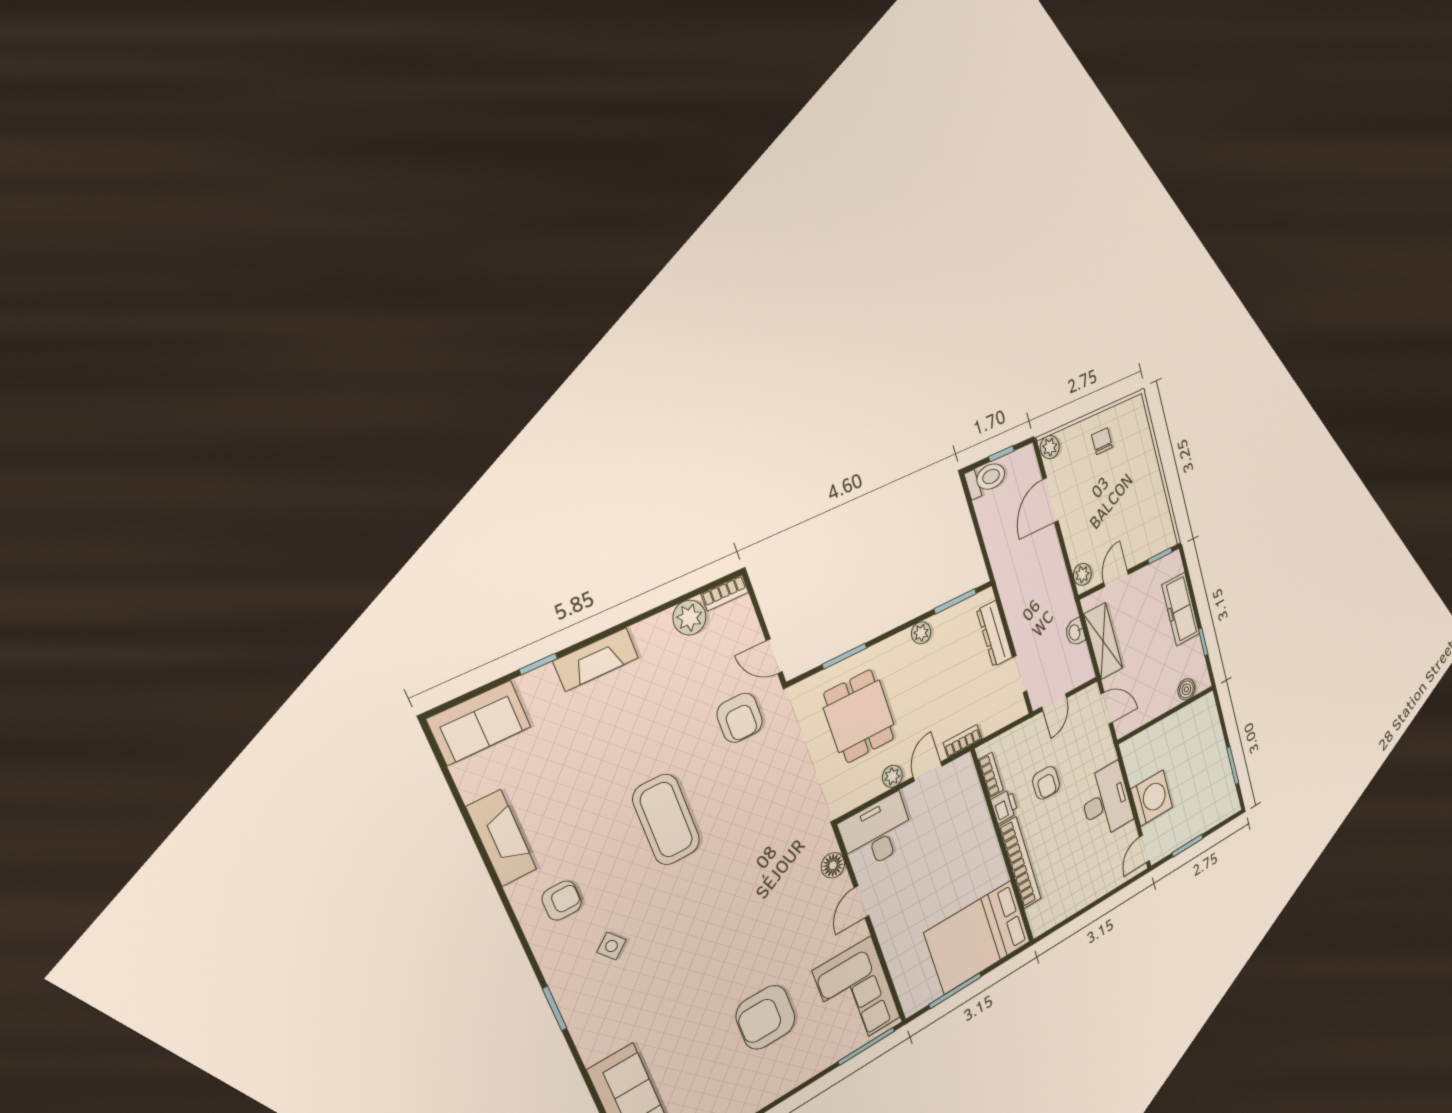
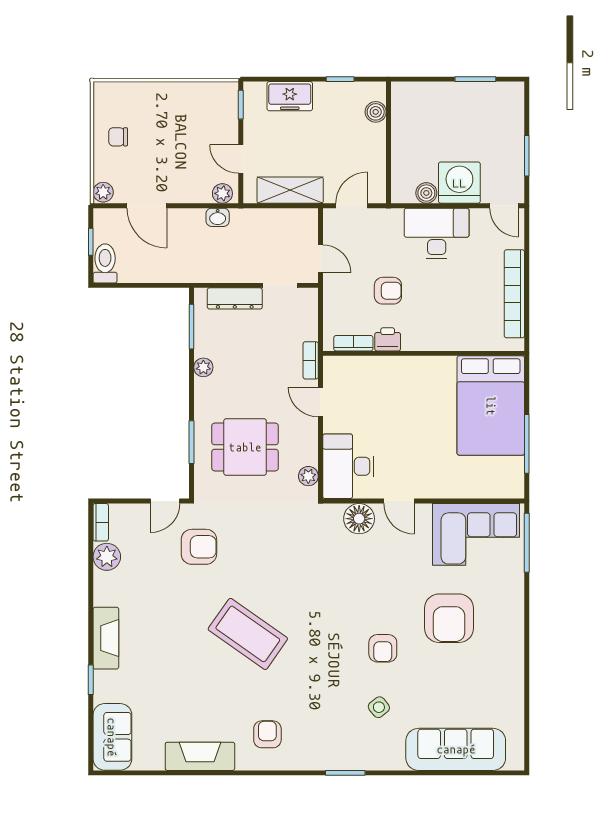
freezer: (1181, 609) -> (290, 96), width x0.71
washbasin: (1075, 632) -> (218, 217), moved
boiler: (1136, 773) -> (426, 193), added
plant: (892, 776) -> (308, 476), moved
coffee table: (666, 820) -> (248, 634), turned 35
bookcase: (1020, 863) -> (514, 294), moved, turned -90
floor lamp: (833, 865) -> (359, 519), width x1.38, depth x1.38
side table: (611, 946) -> (379, 707), moved
armchair: (709, 970) -> (383, 648), added

